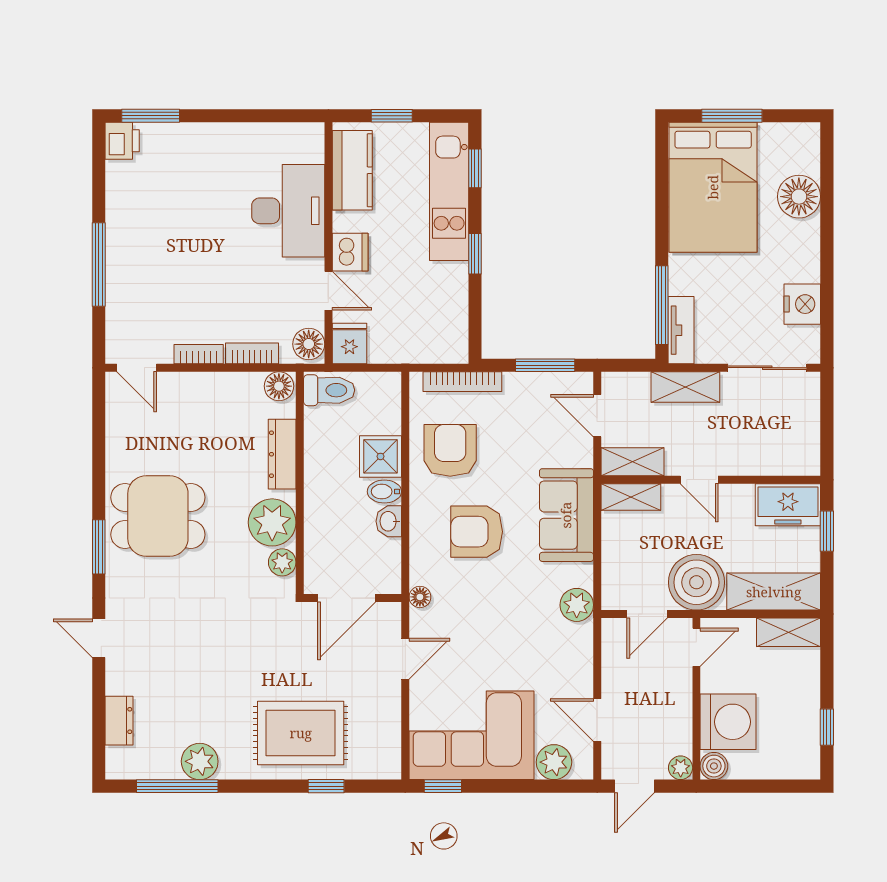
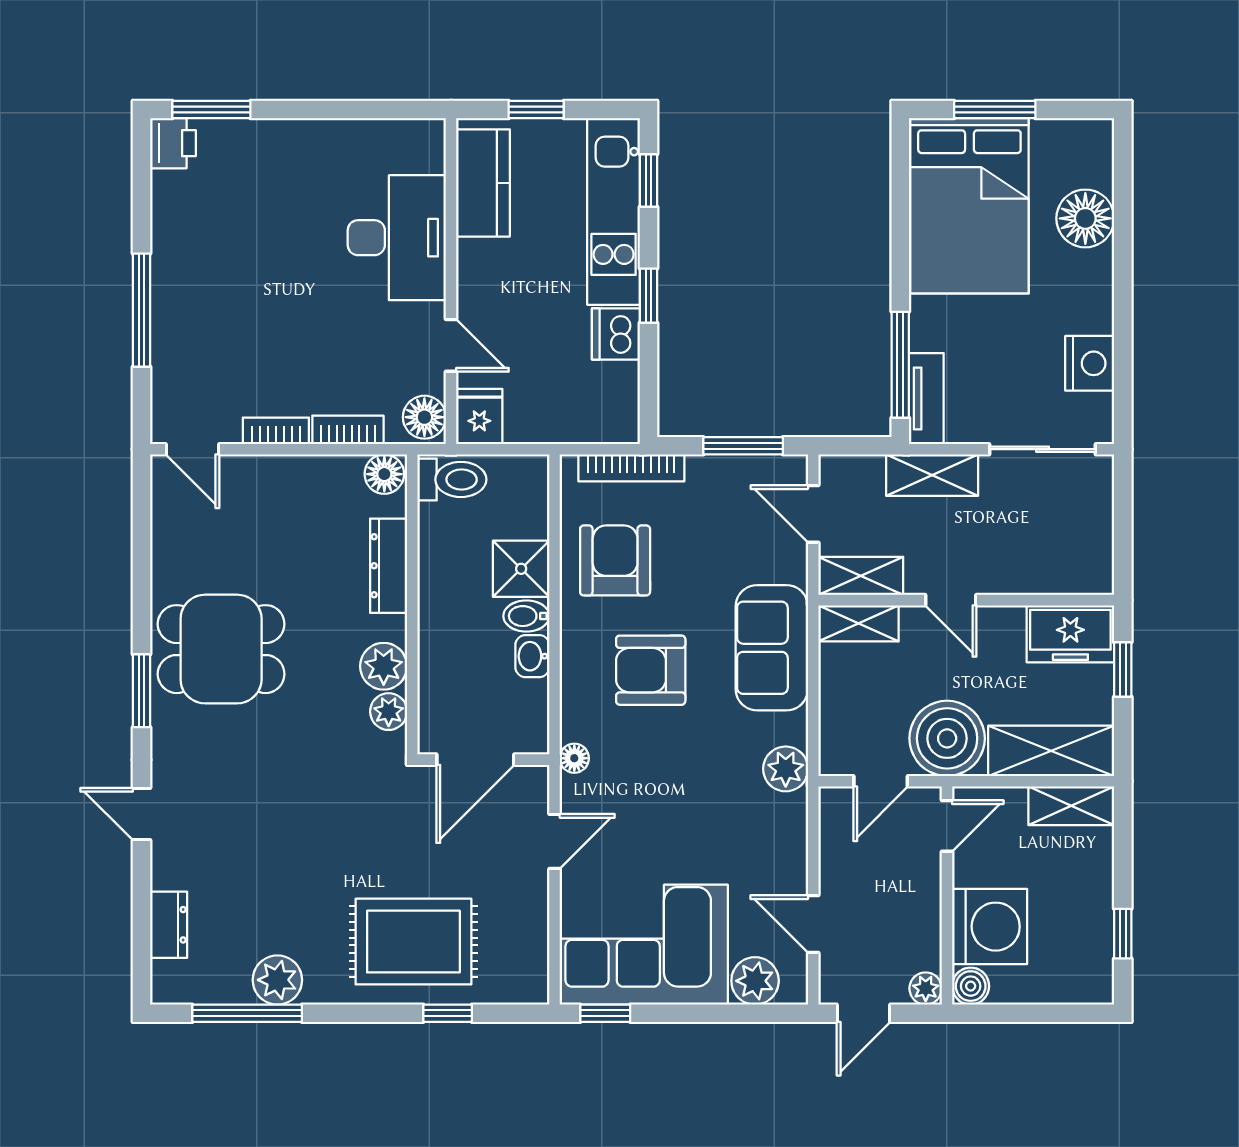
dishwasher: (350, 252) -> (616, 334), moved, turned 180
plant: (272, 522) -> (384, 666), width x0.73, depth x0.73

